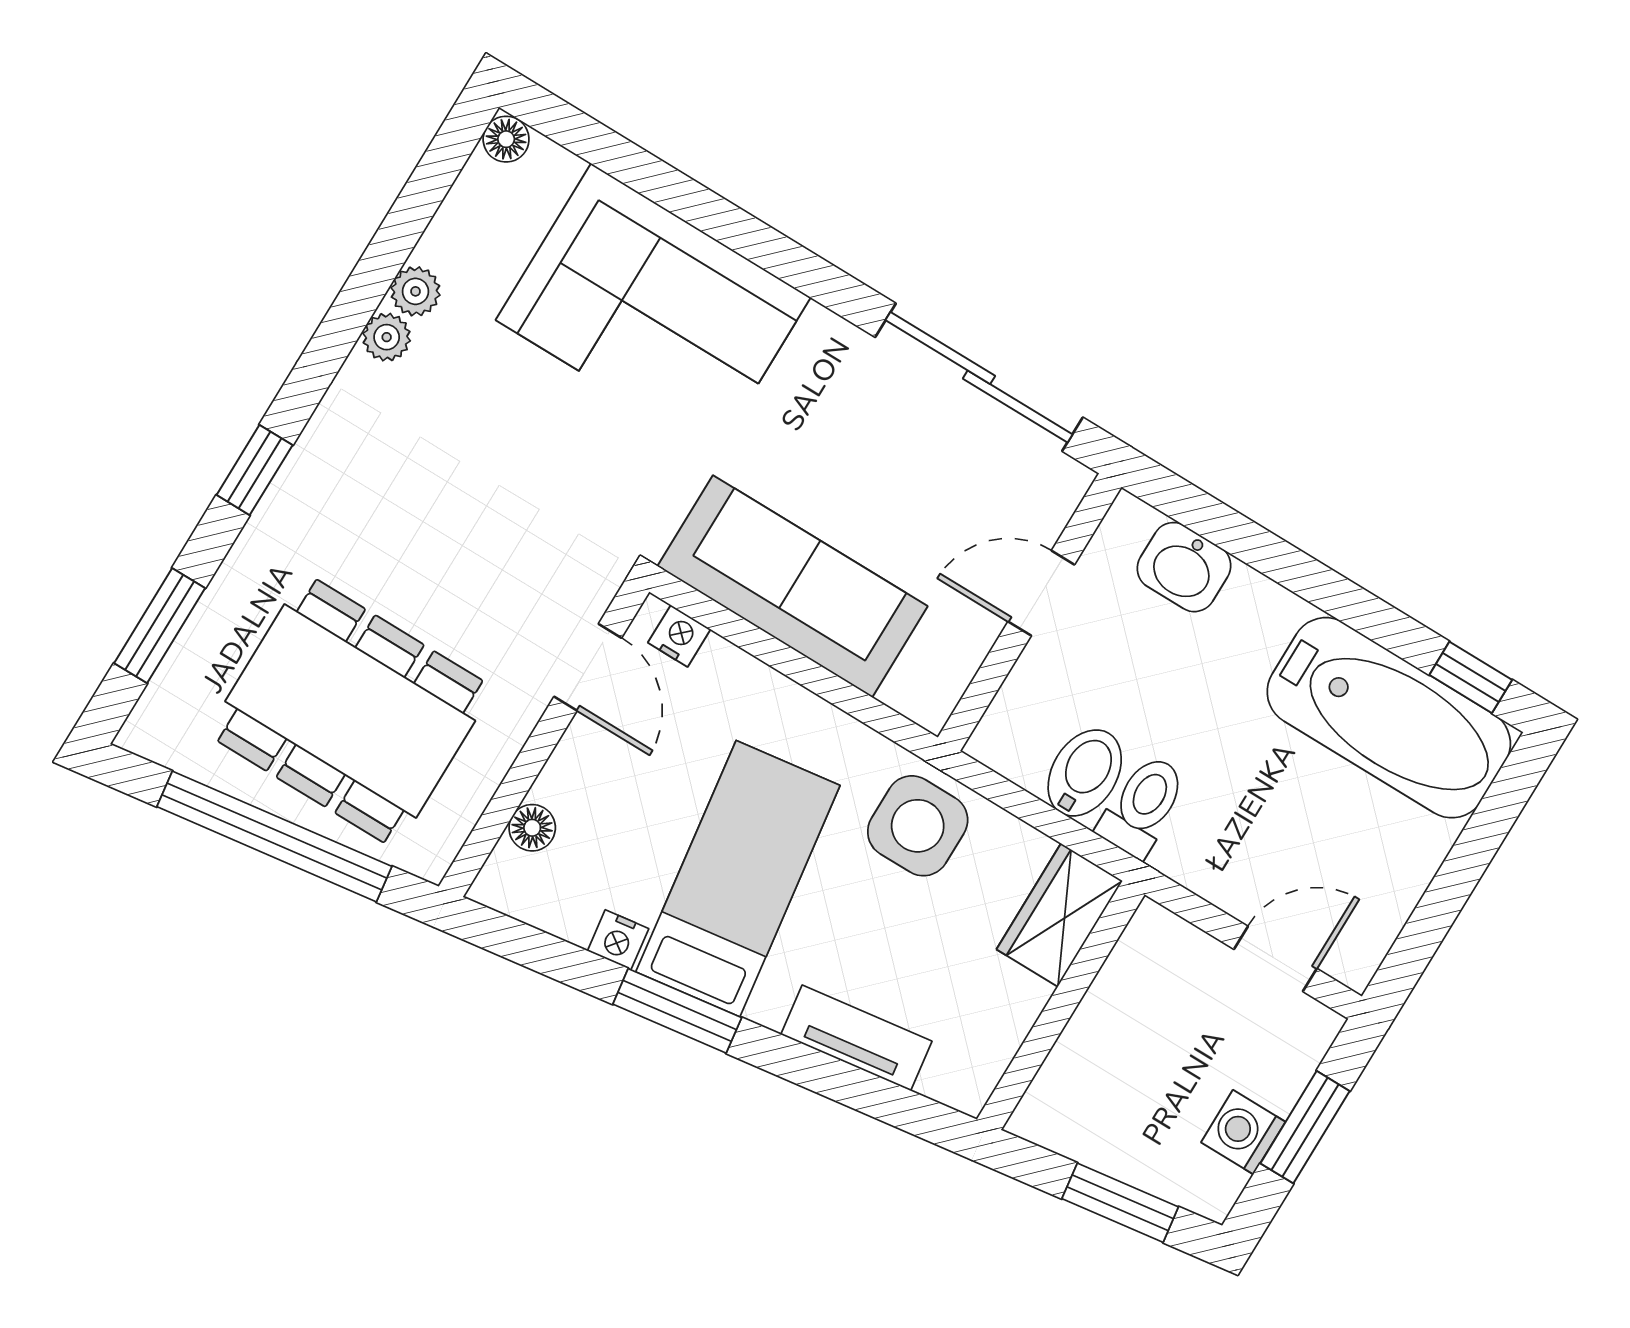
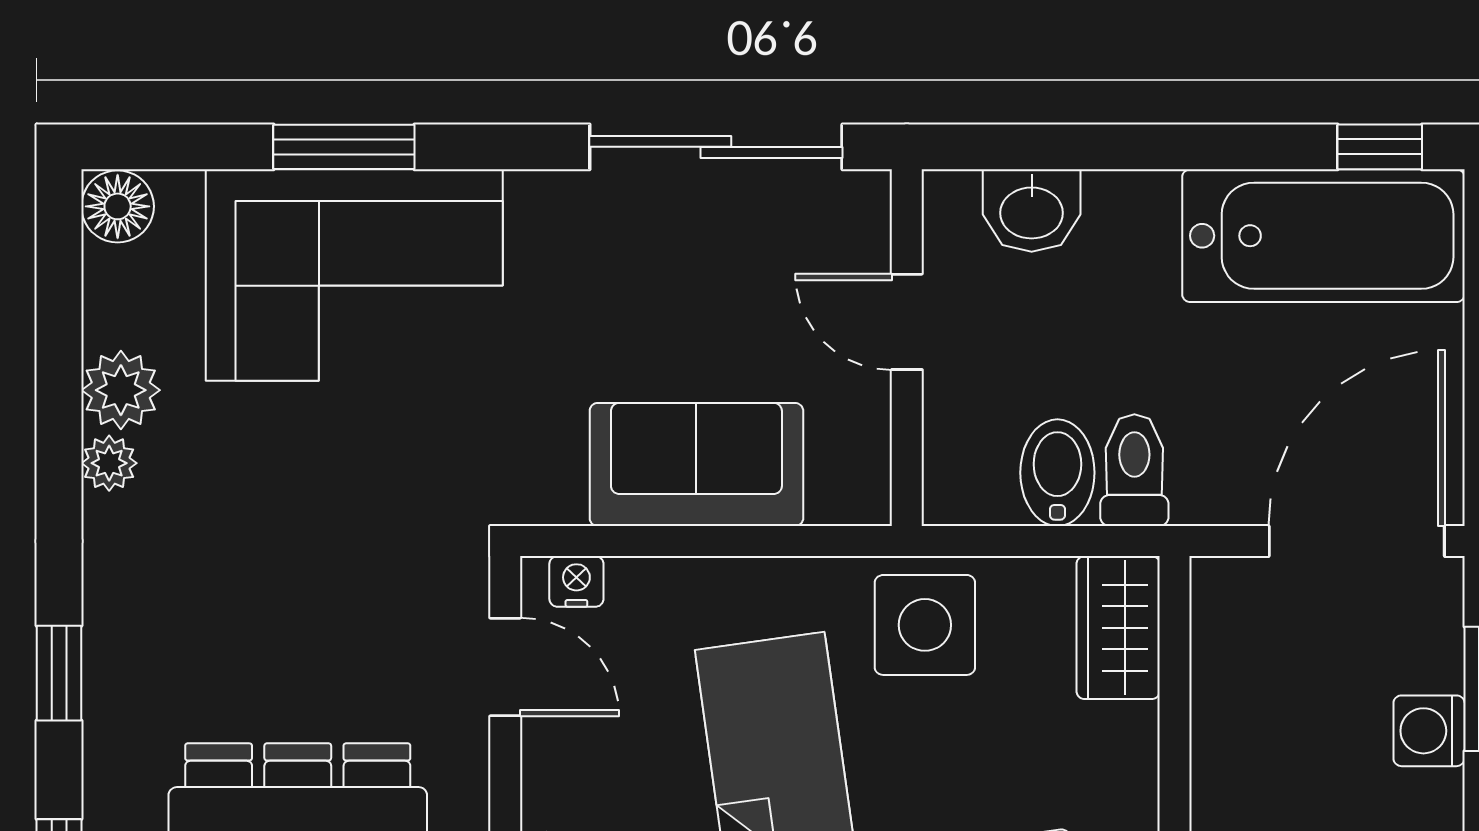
floor lamp: (506, 139) -> (118, 206), width x1.37, depth x1.37
window: (703, 209) -> (344, 147), added
plant: (415, 291) -> (121, 390), width x1.38, depth x1.38
sofa: (792, 586) -> (696, 465), width x0.73
door: (1041, 593) -> (907, 322), hinge flipped
door: (1275, 959) -> (1357, 541), width x1.87

